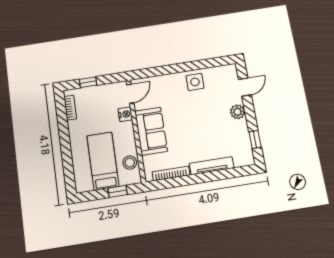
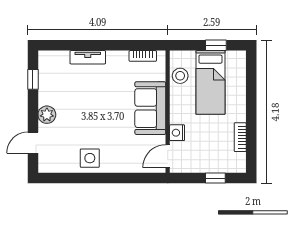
bookcase: (70, 108) -> (240, 137), moved
tv unit: (212, 166) -> (88, 57), width x0.71
bookcase: (171, 173) -> (143, 56), width x0.64
window: (118, 191) -> (216, 45), moved

